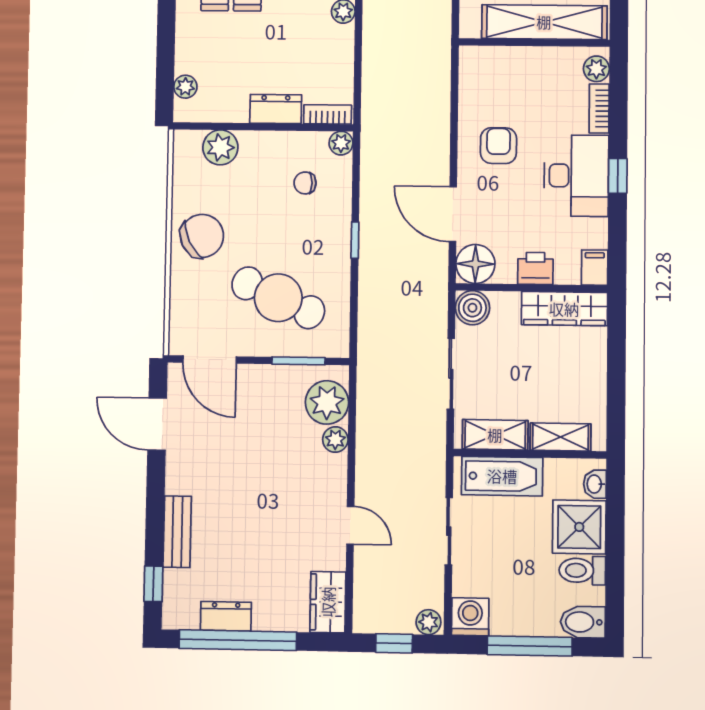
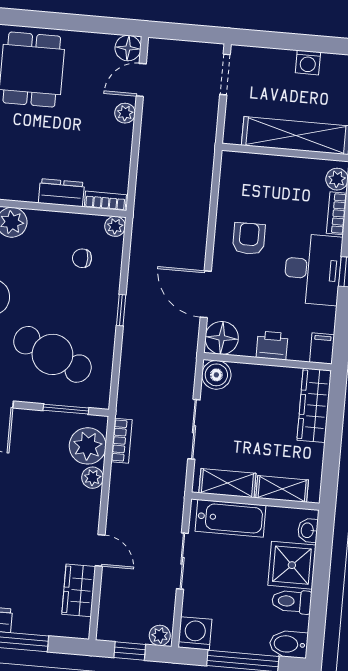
wardrobe: (564, 309) -> (314, 405), moved, turned 90
bookcase: (366, 393) -> (122, 441), added
wardrobe: (328, 602) -> (79, 590), moved

